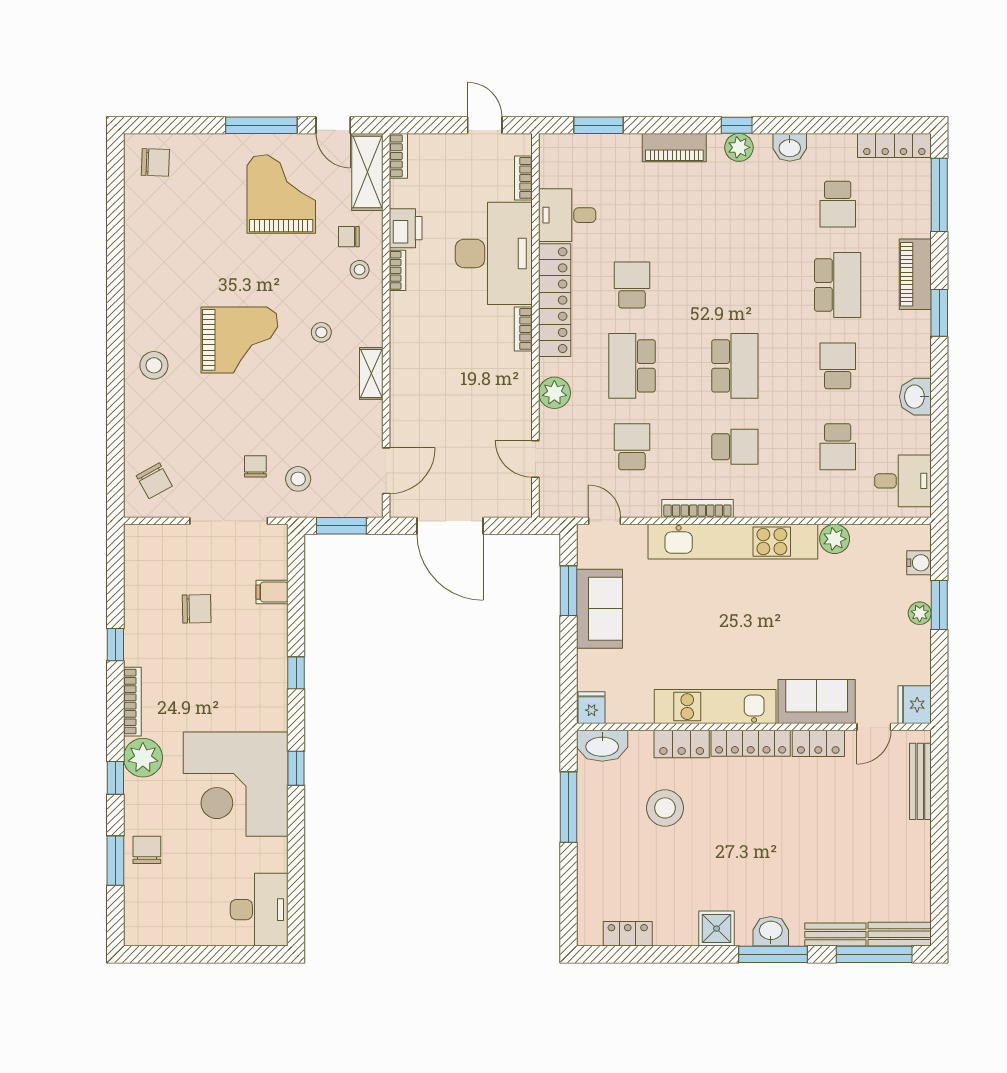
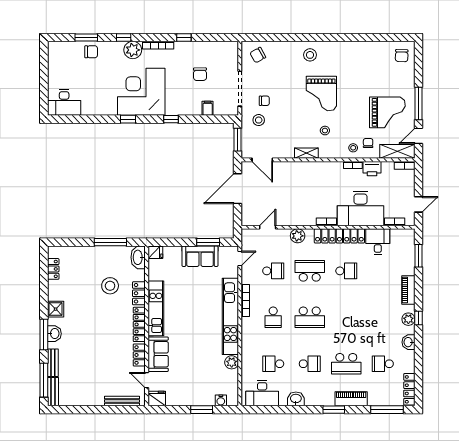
desk: (903, 481) -> (262, 393), width x1.37
plant: (920, 613) -> (198, 401), removed
corner desk: (236, 784) -> (141, 92), moved

